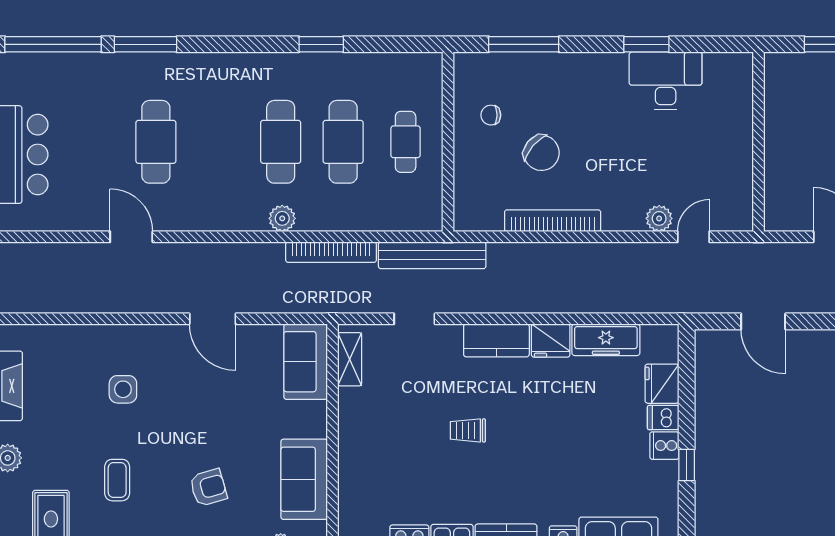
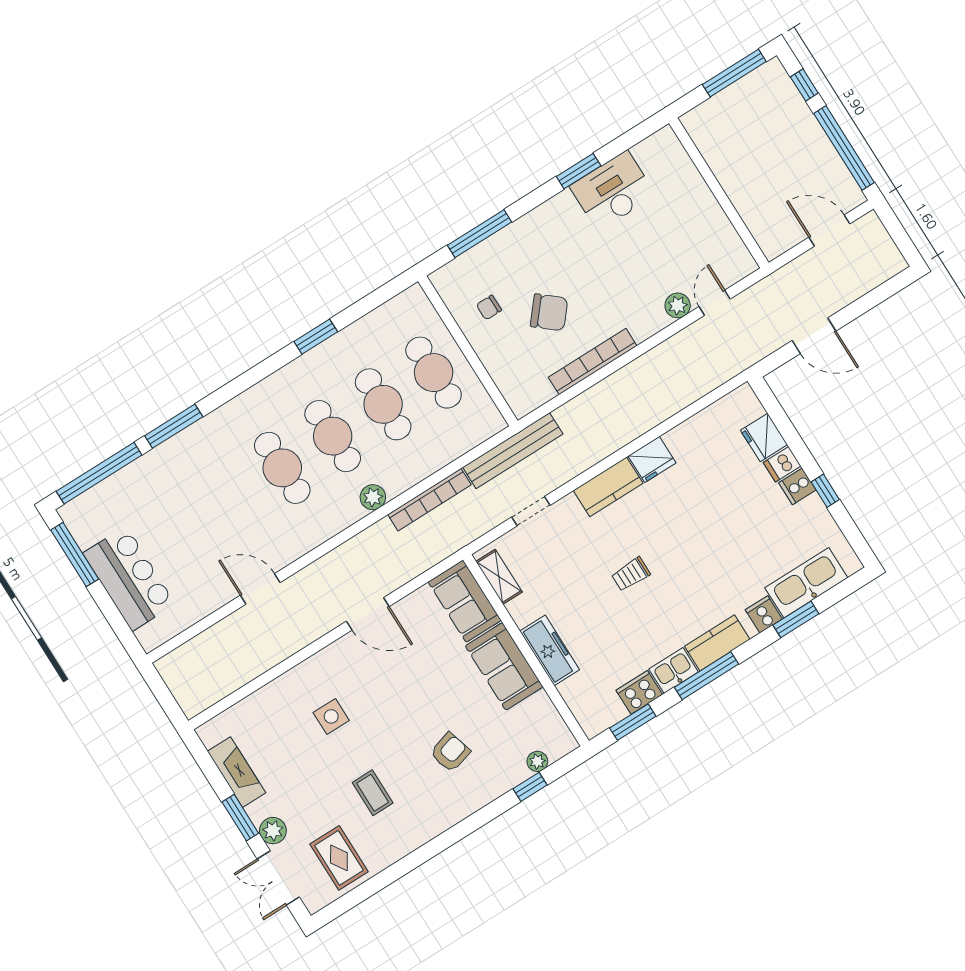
cafe table: (156, 142) -> (282, 468), moved
cafe table: (406, 142) -> (434, 373), width x1.37, depth x1.35
freezer: (606, 340) -> (550, 650), moved, turned -90
sofa: (304, 479) -> (504, 666), moved

